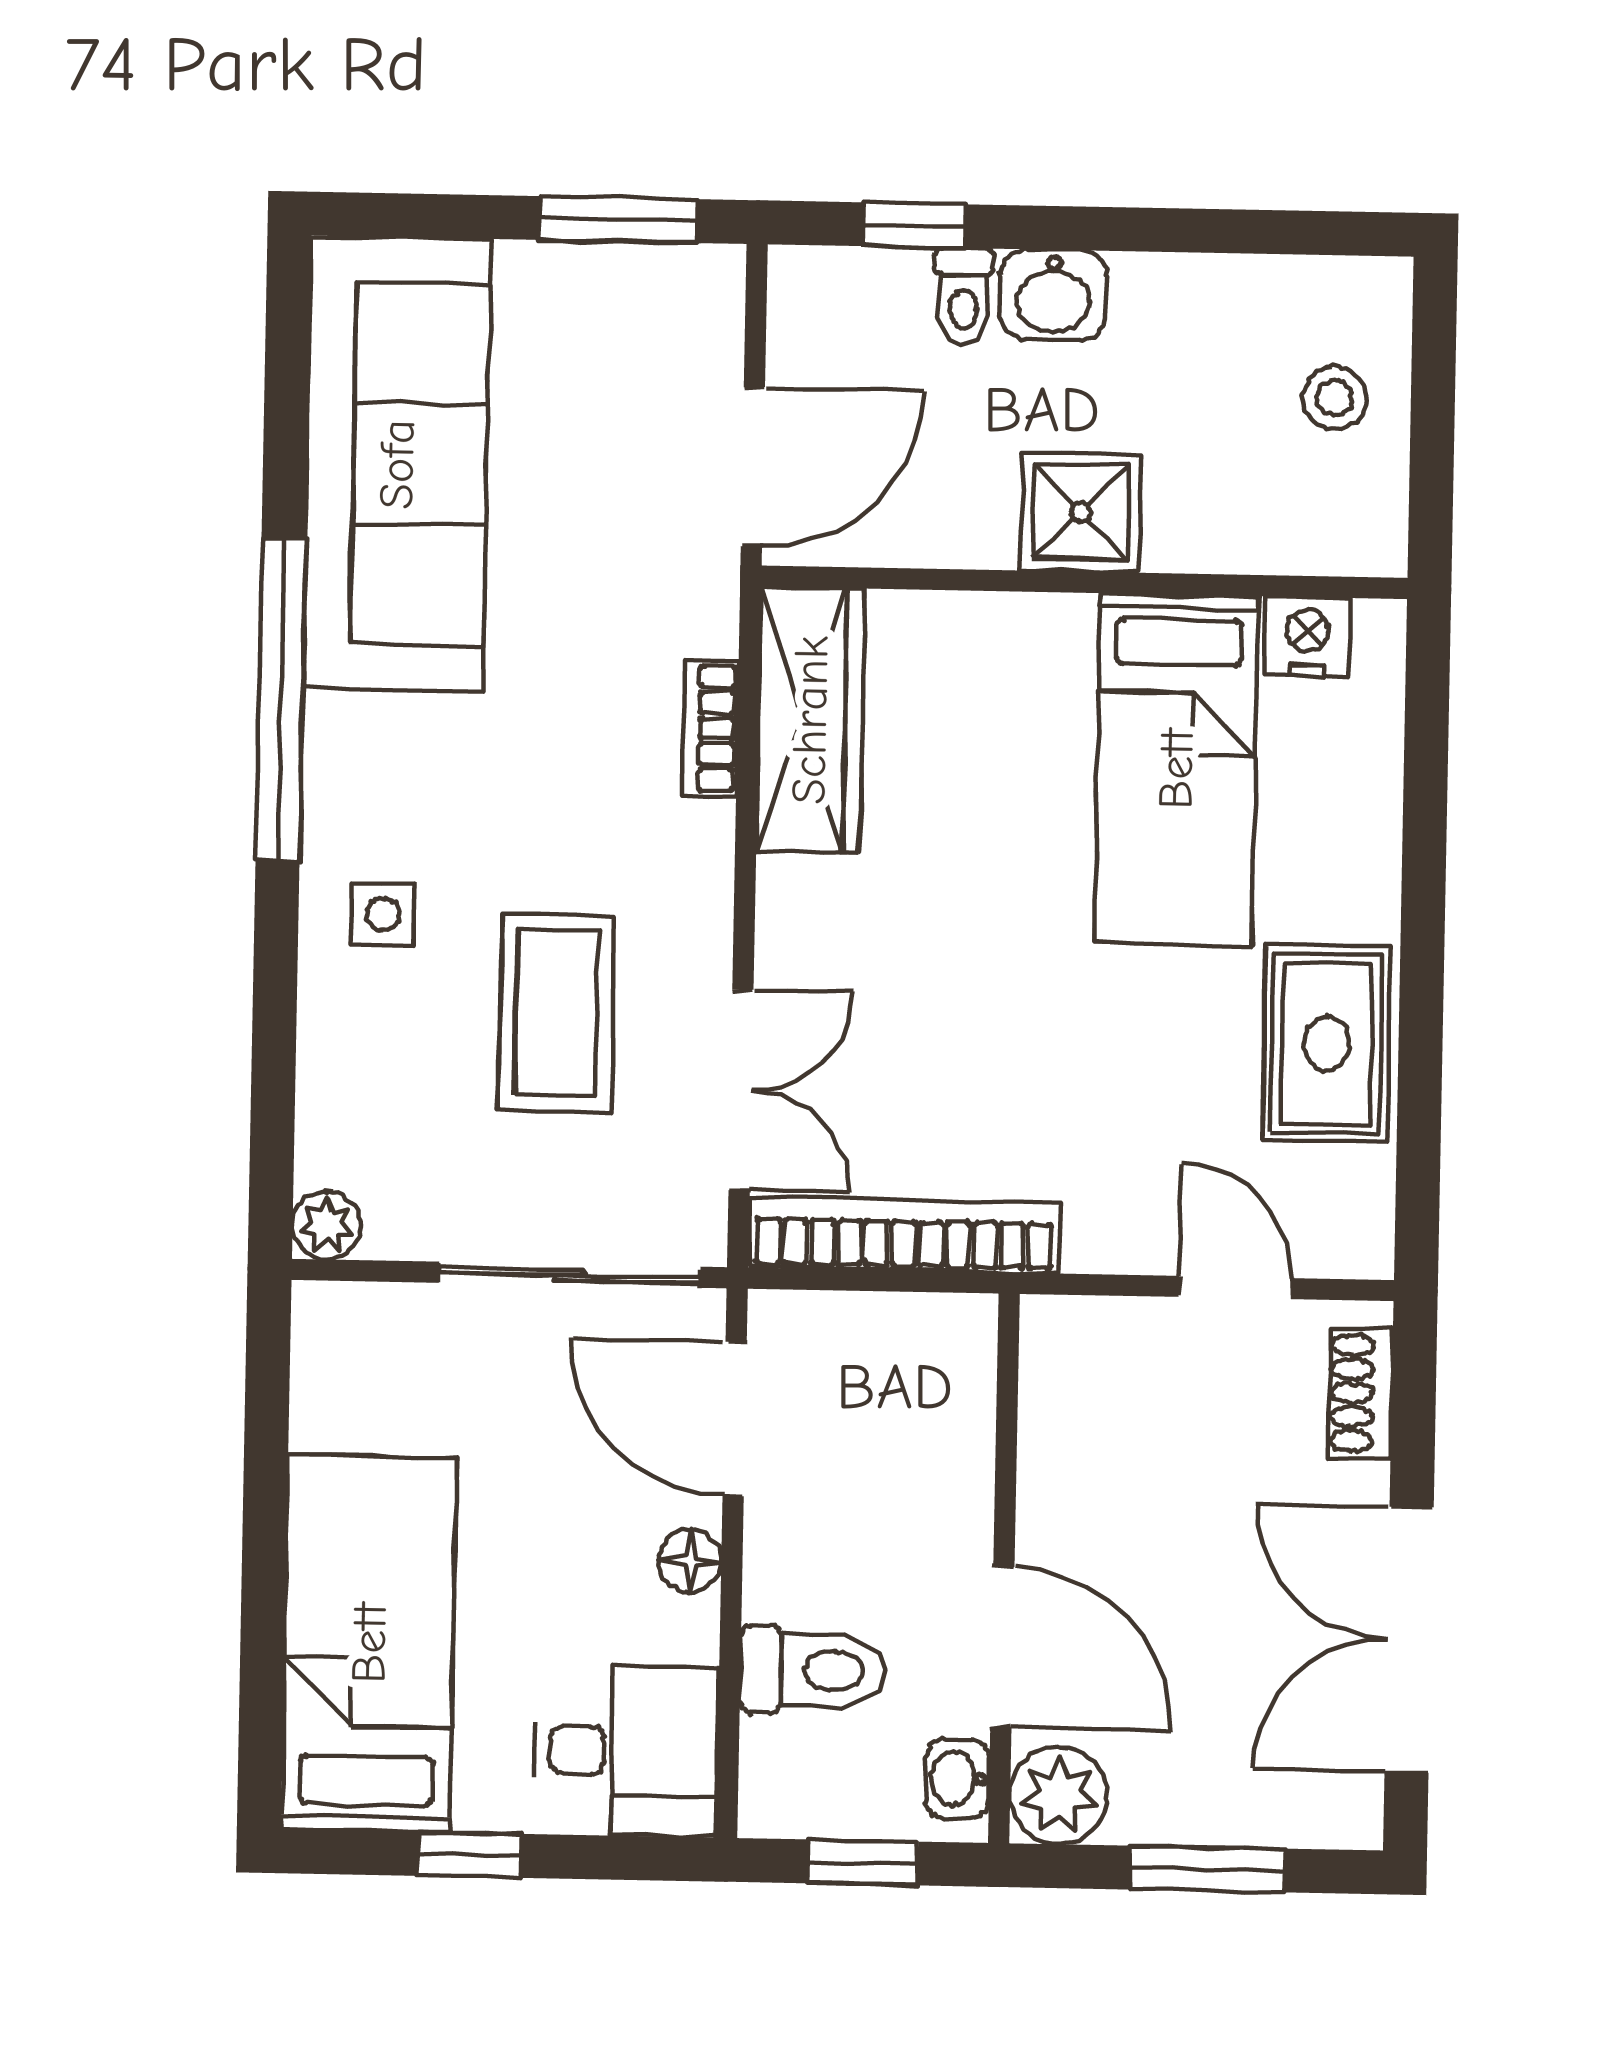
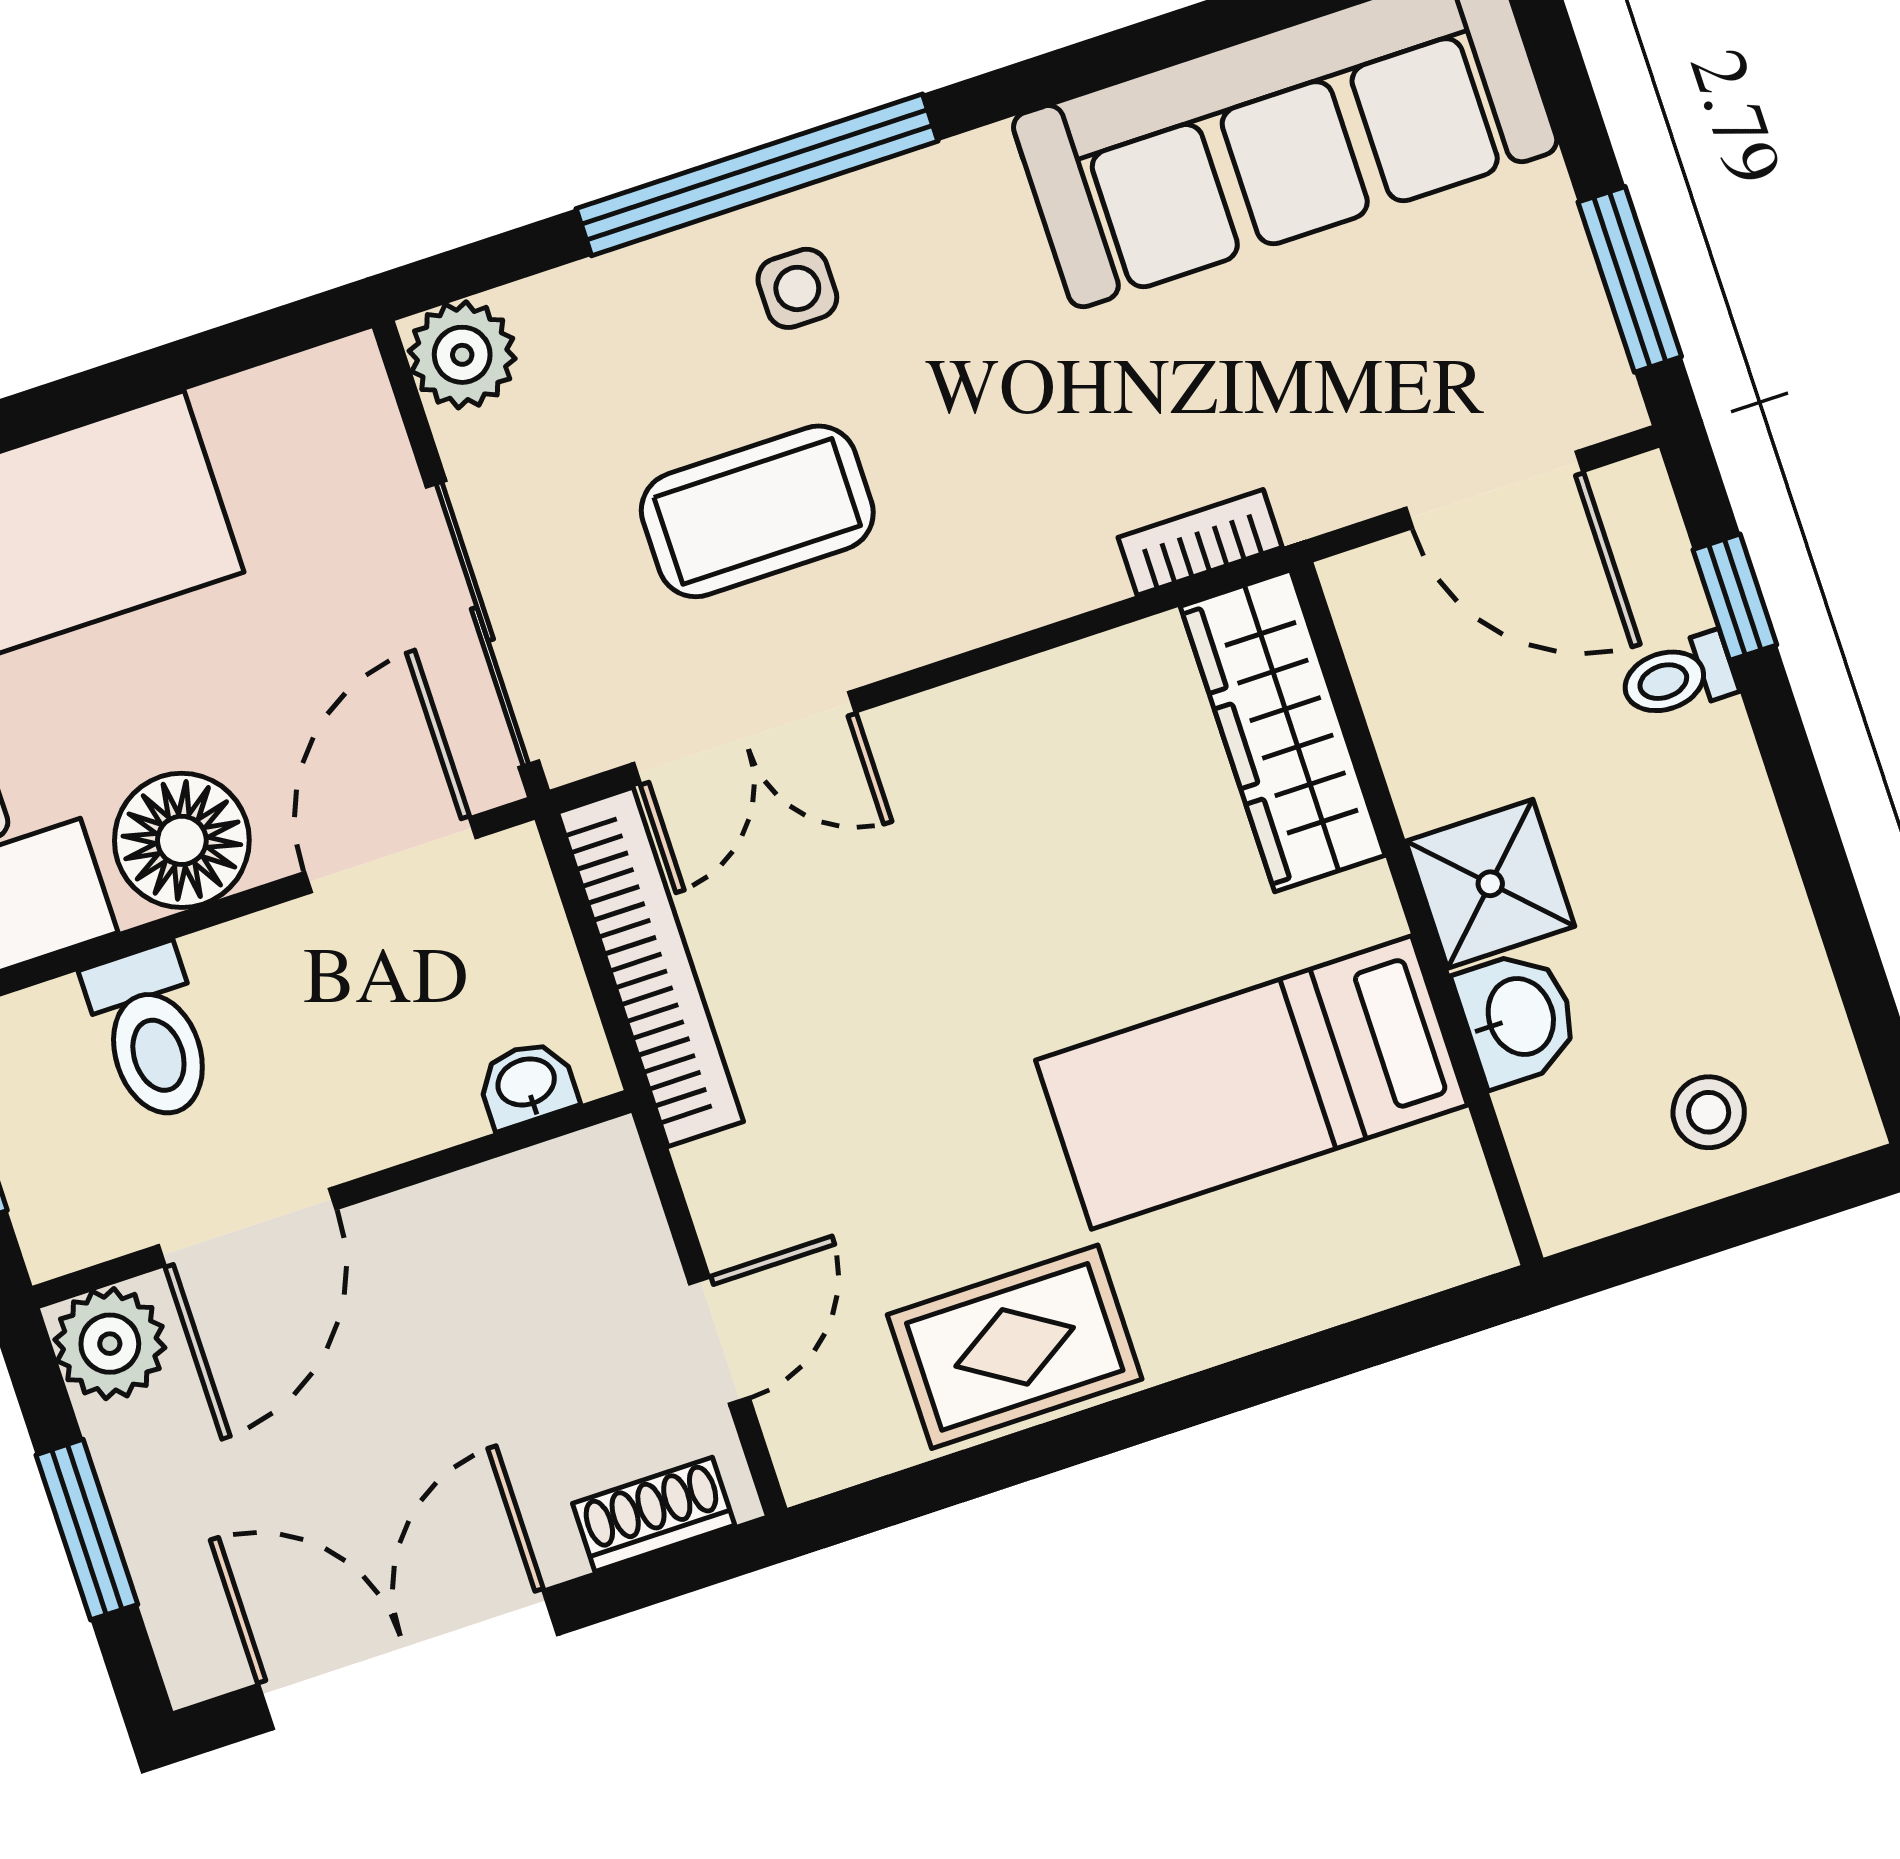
washbasin: (1054, 295) -> (1518, 1017), moved, turned 180
door: (753, 467) -> (1494, 490), moved
nightstand: (1308, 637) -> (1443, 1173), removed
window: (281, 699) -> (757, 175), moved
wardrobe: (810, 720) -> (1283, 731), moved, turned 90
bookcase: (710, 728) -> (1200, 542), moved
plant: (327, 1225) -> (462, 355), width x1.38, depth x1.38
floor lamp: (690, 1561) -> (182, 840), width x1.89, depth x1.89
washbasin: (957, 1779) -> (527, 1084), moved

